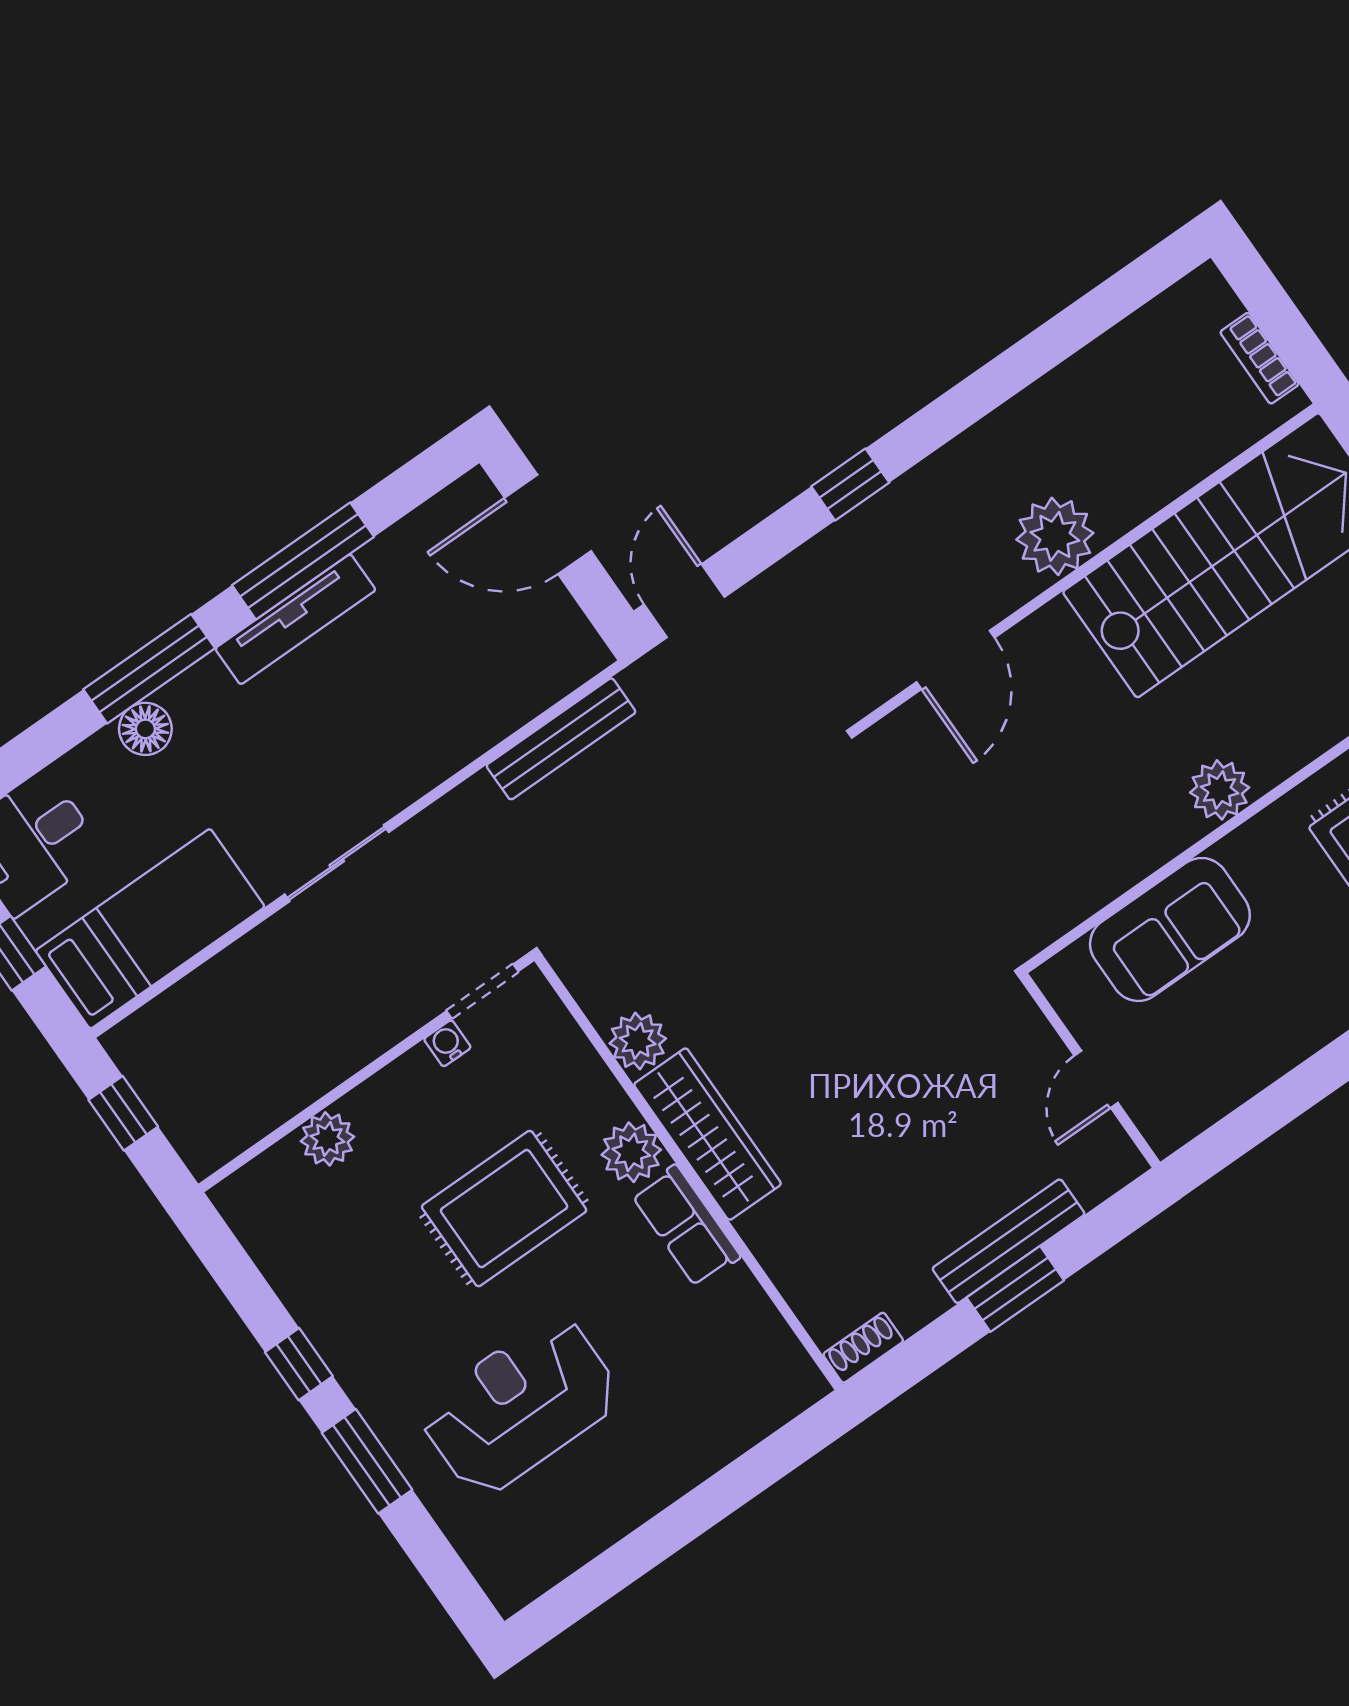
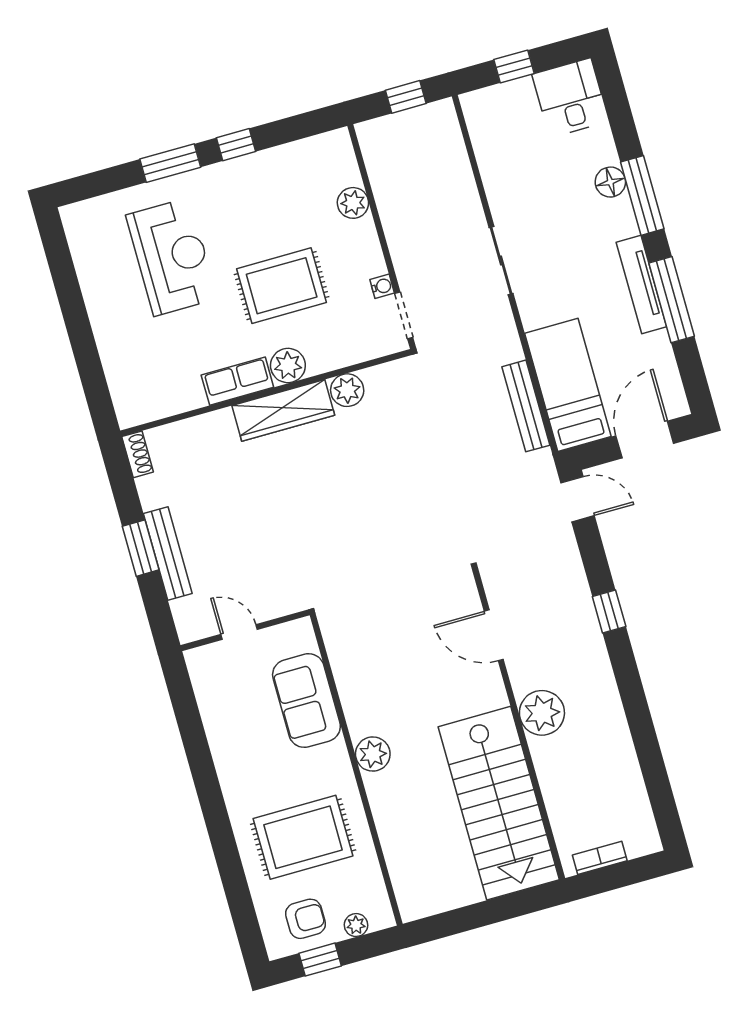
bed: (150, 929) -> (568, 385), moved, turned 180
rug: (504, 1209) -> (282, 286), turned 90

